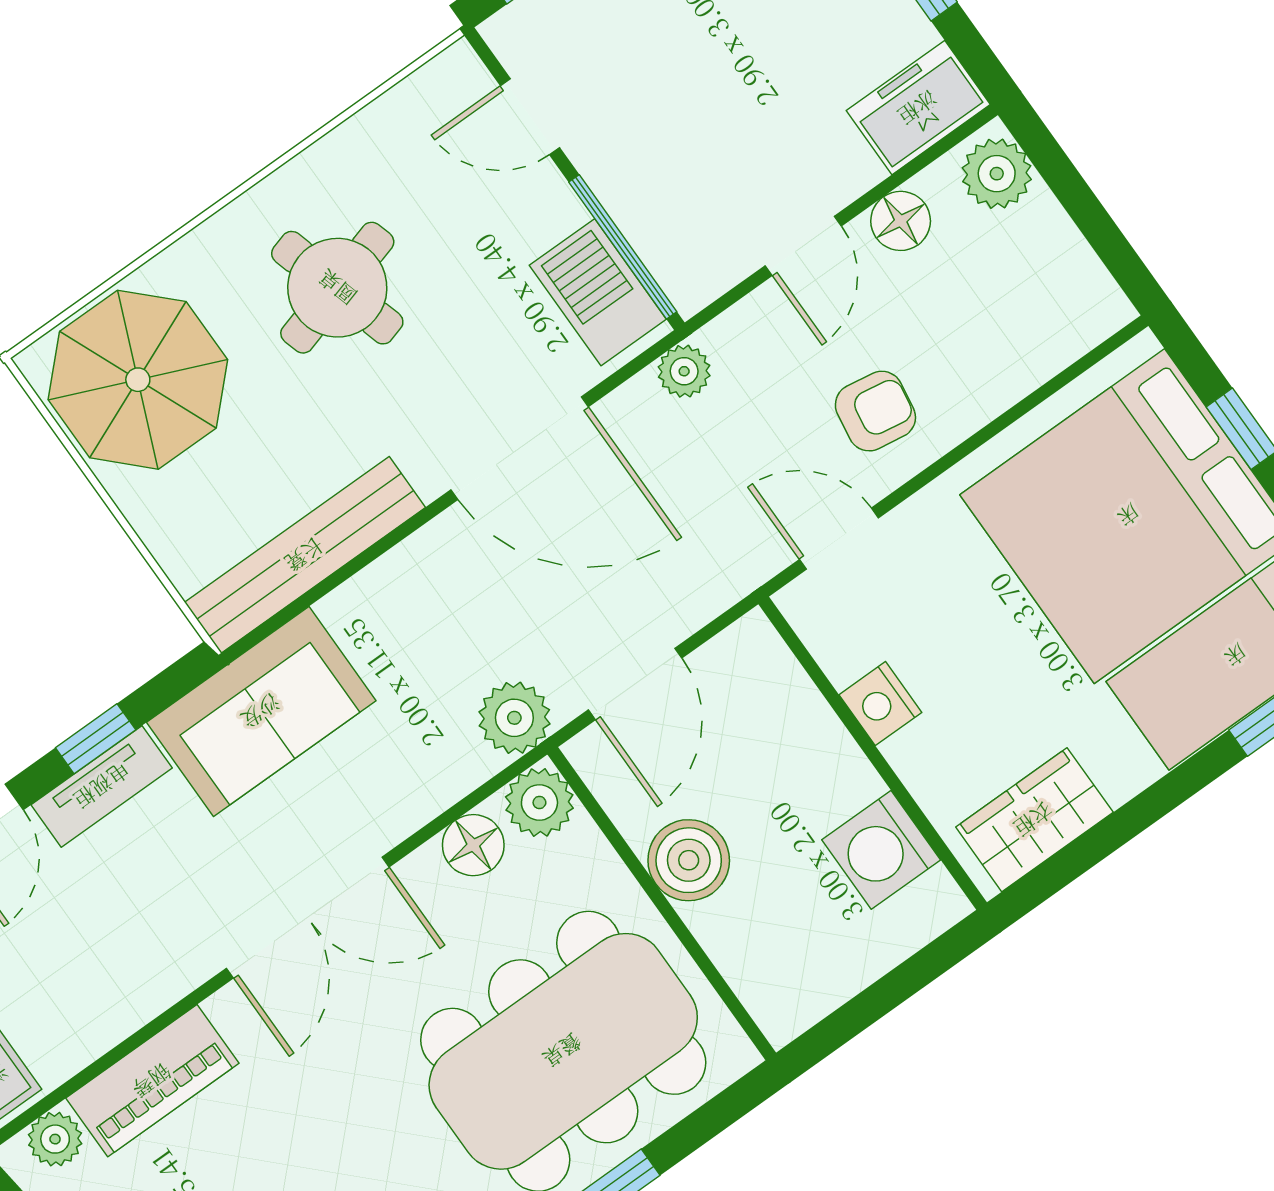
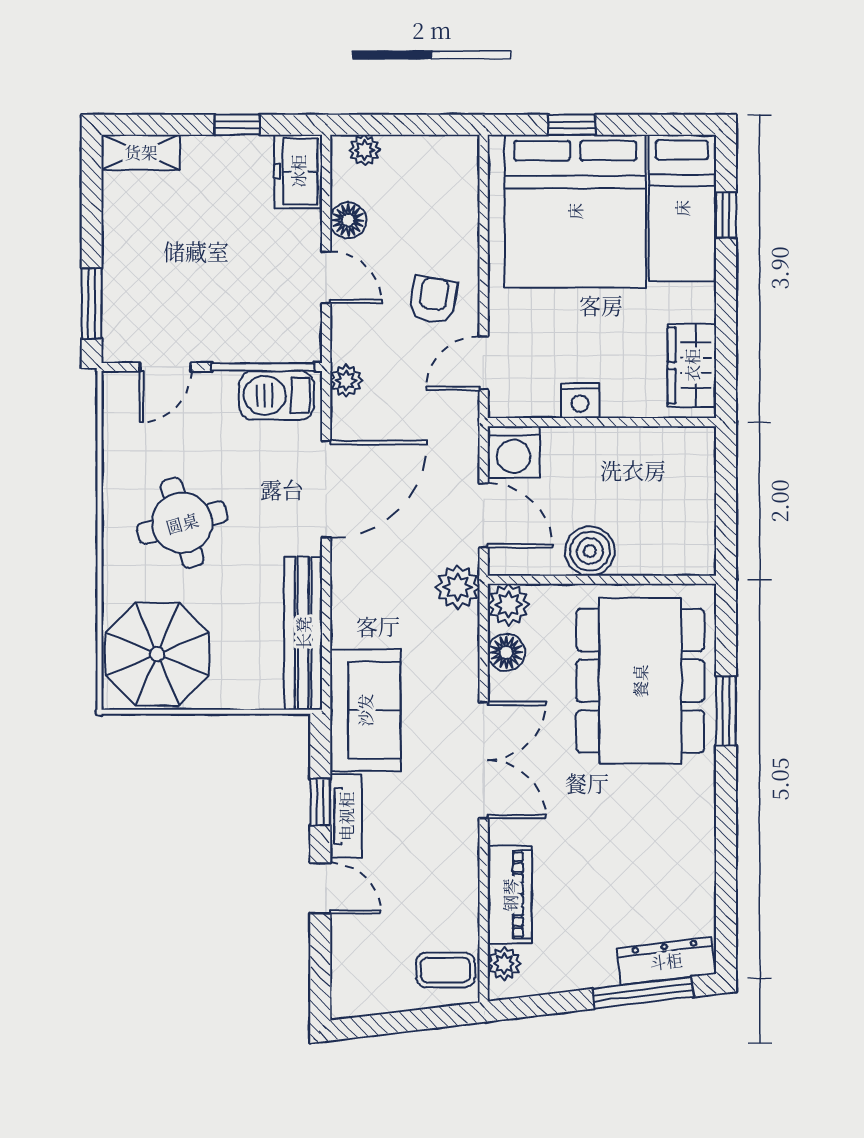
plant: (997, 174) -> (364, 150), width x0.73, depth x0.73
washing machine: (881, 850) -> (514, 452), moved

